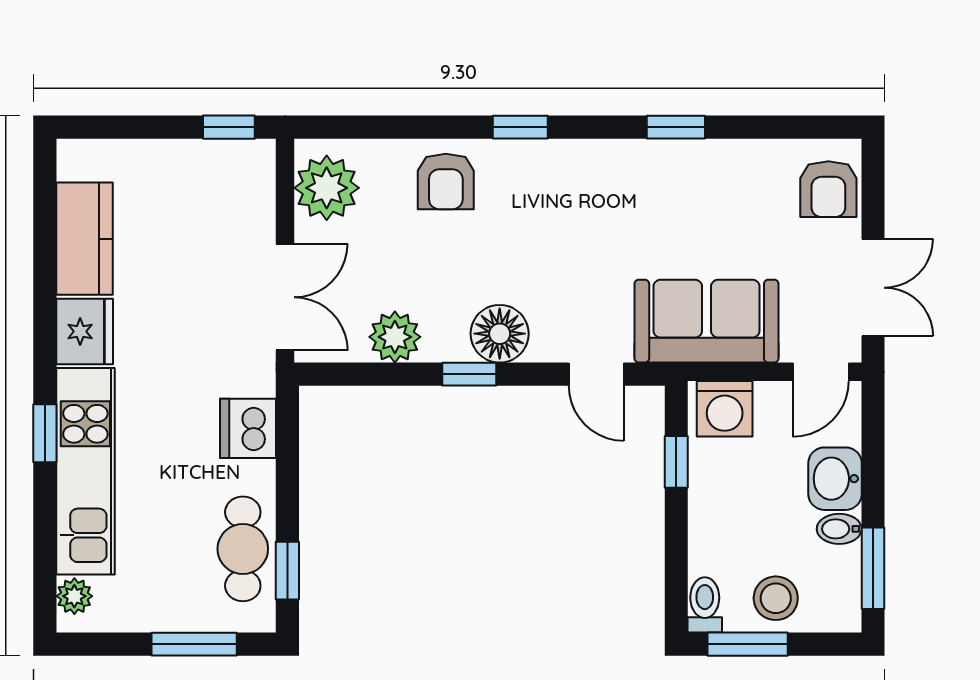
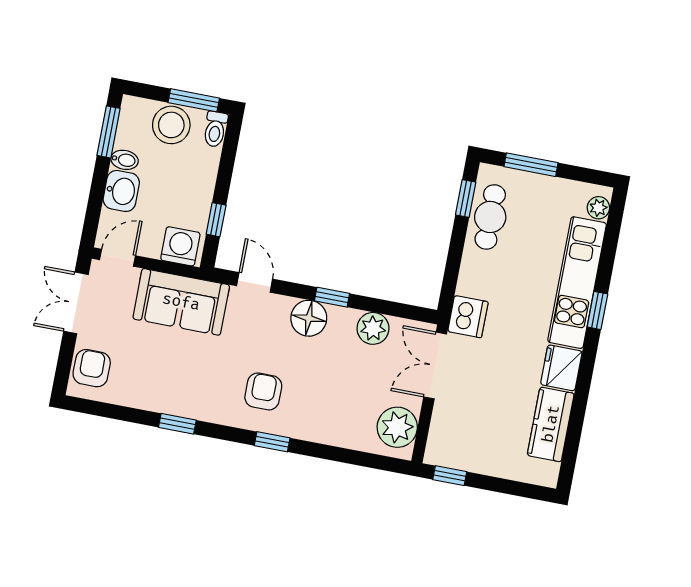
armchair: (446, 181) -> (263, 391), moved
dishwasher: (248, 428) -> (468, 317), moved
stool: (776, 598) -> (171, 125), width x1.38, depth x1.38

